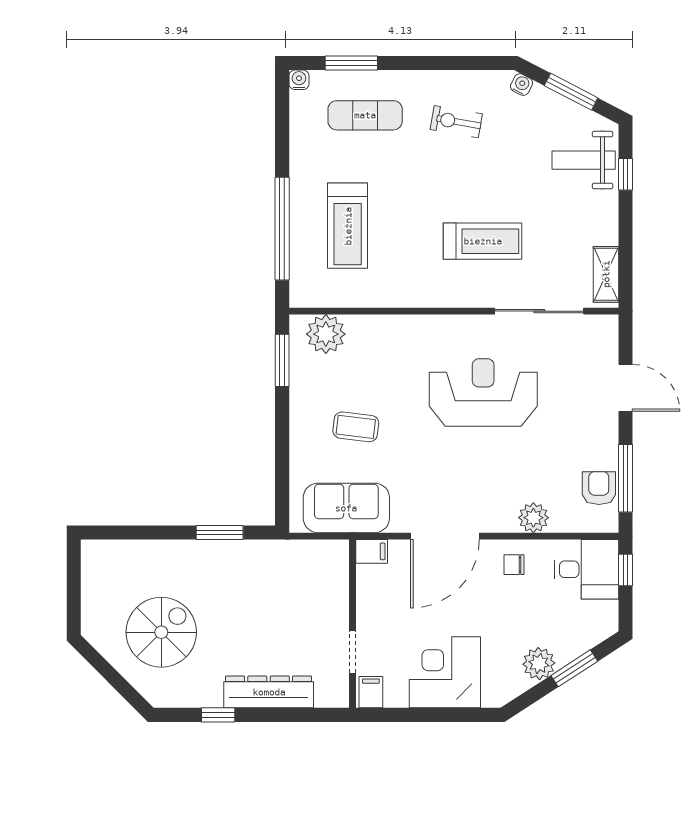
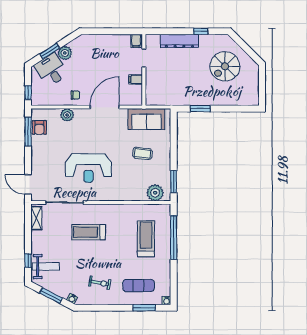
door: (626, 388) -> (28, 184), moved
filing cabinet: (372, 551) -> (136, 79), moved
desk: (586, 569) -> (51, 70), moved, turned 57
corner desk: (445, 672) -> (105, 49), removed

